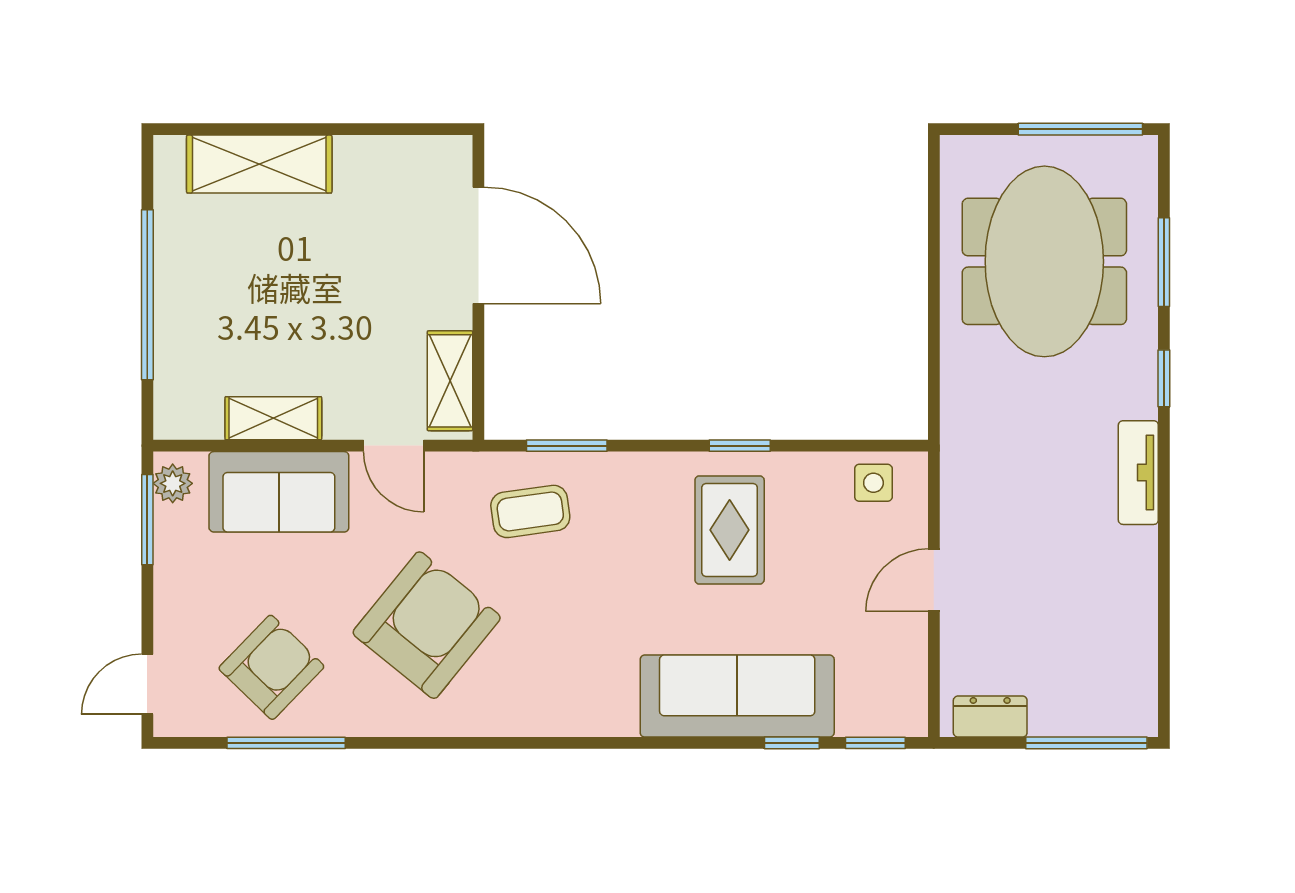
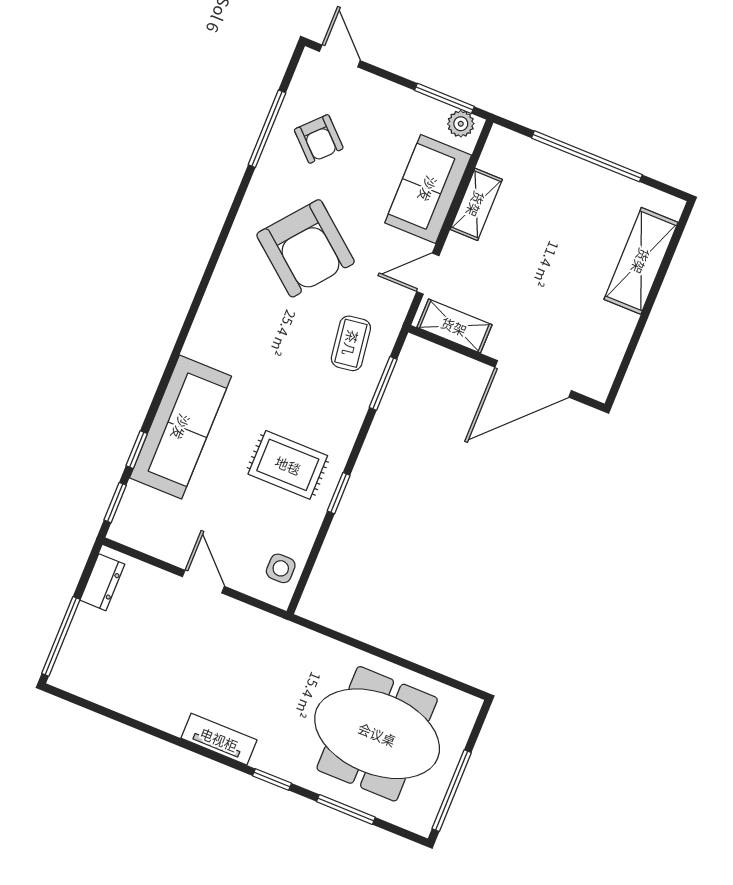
armchair: (271, 667) -> (319, 139), width x0.72, depth x0.72

